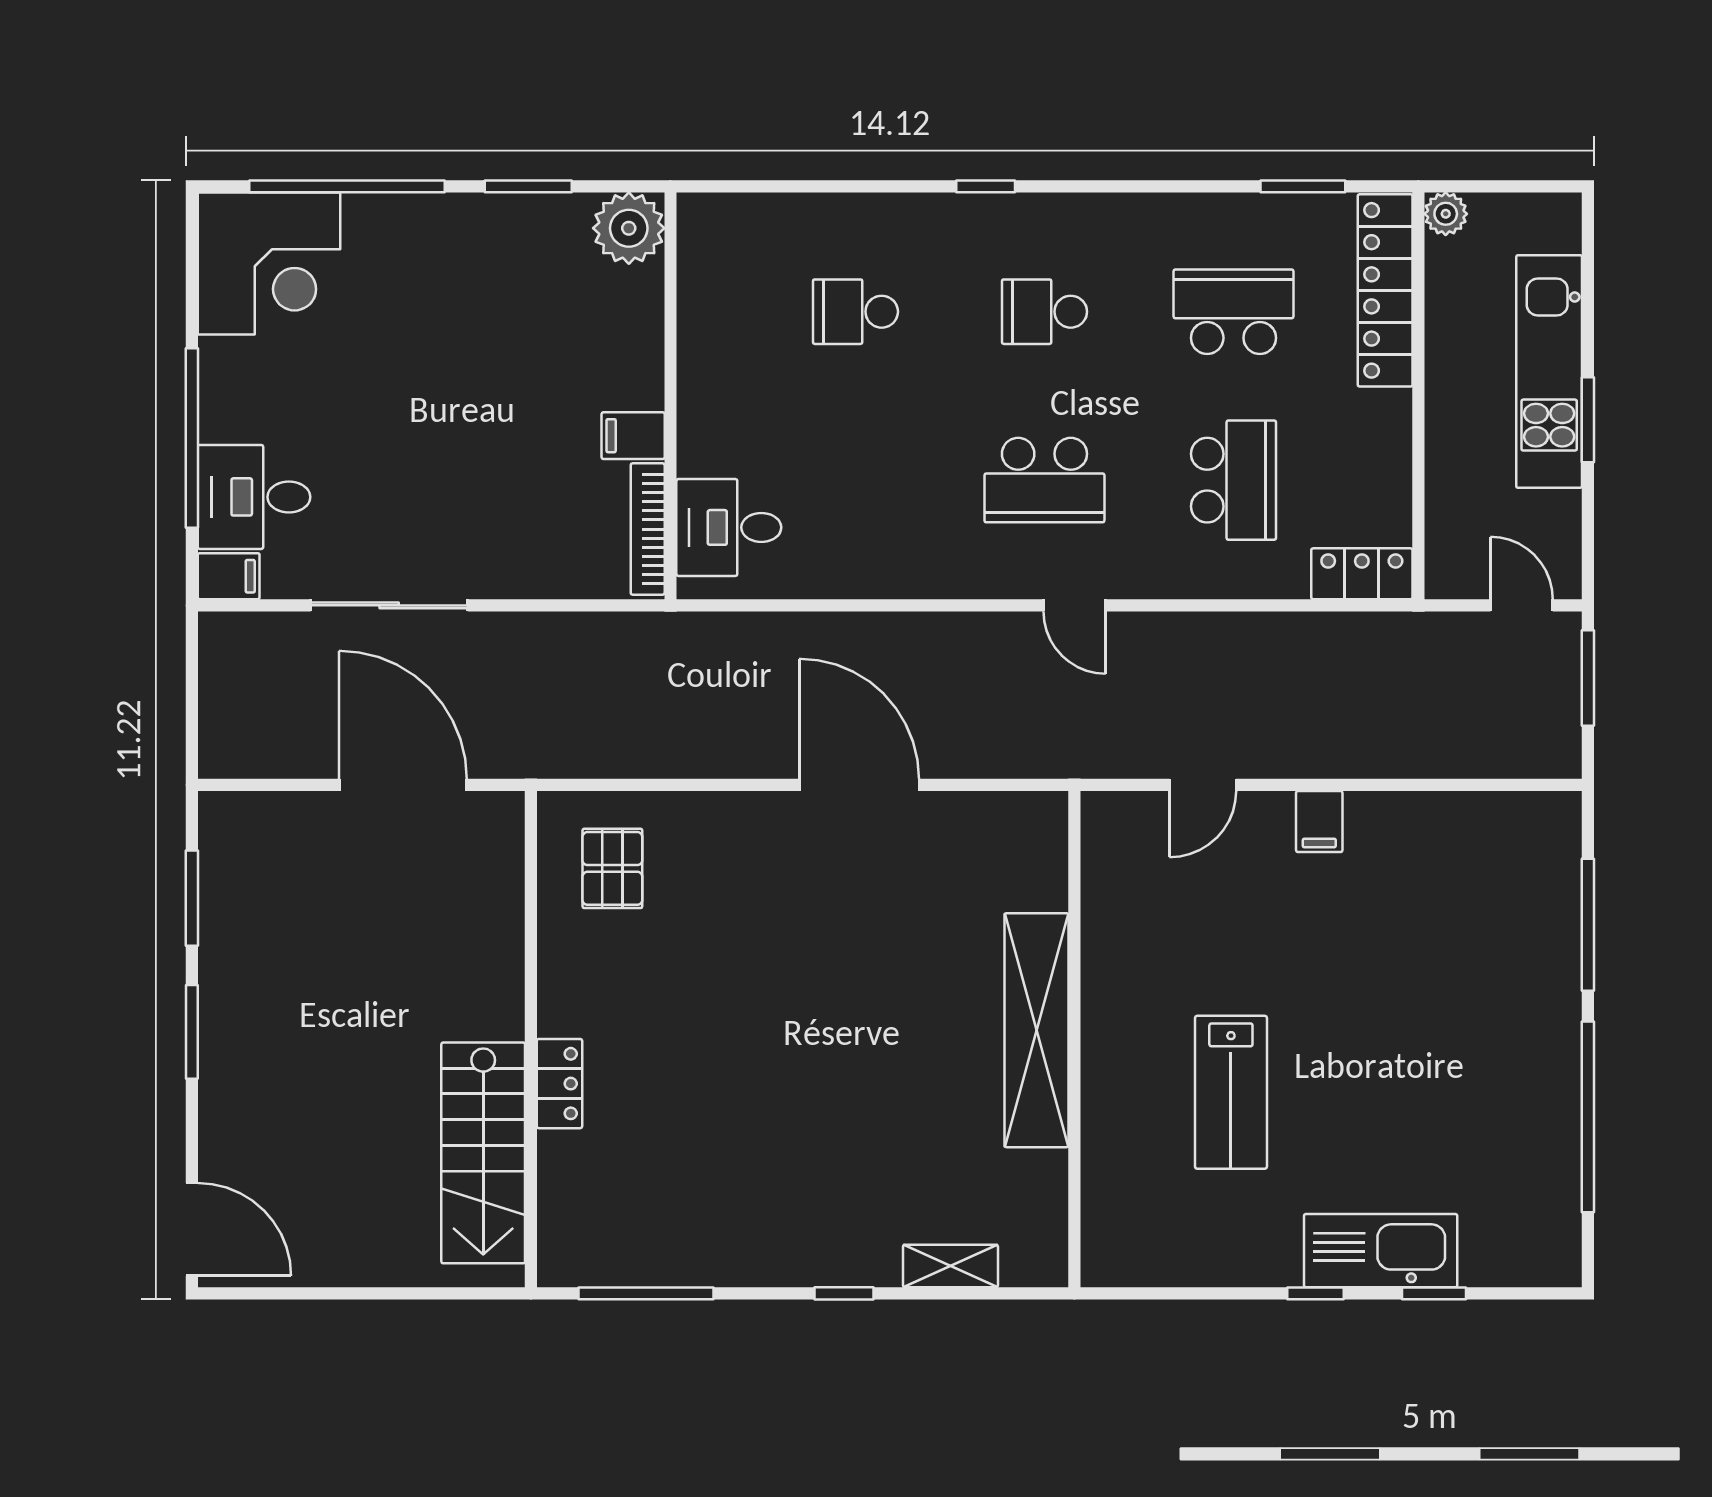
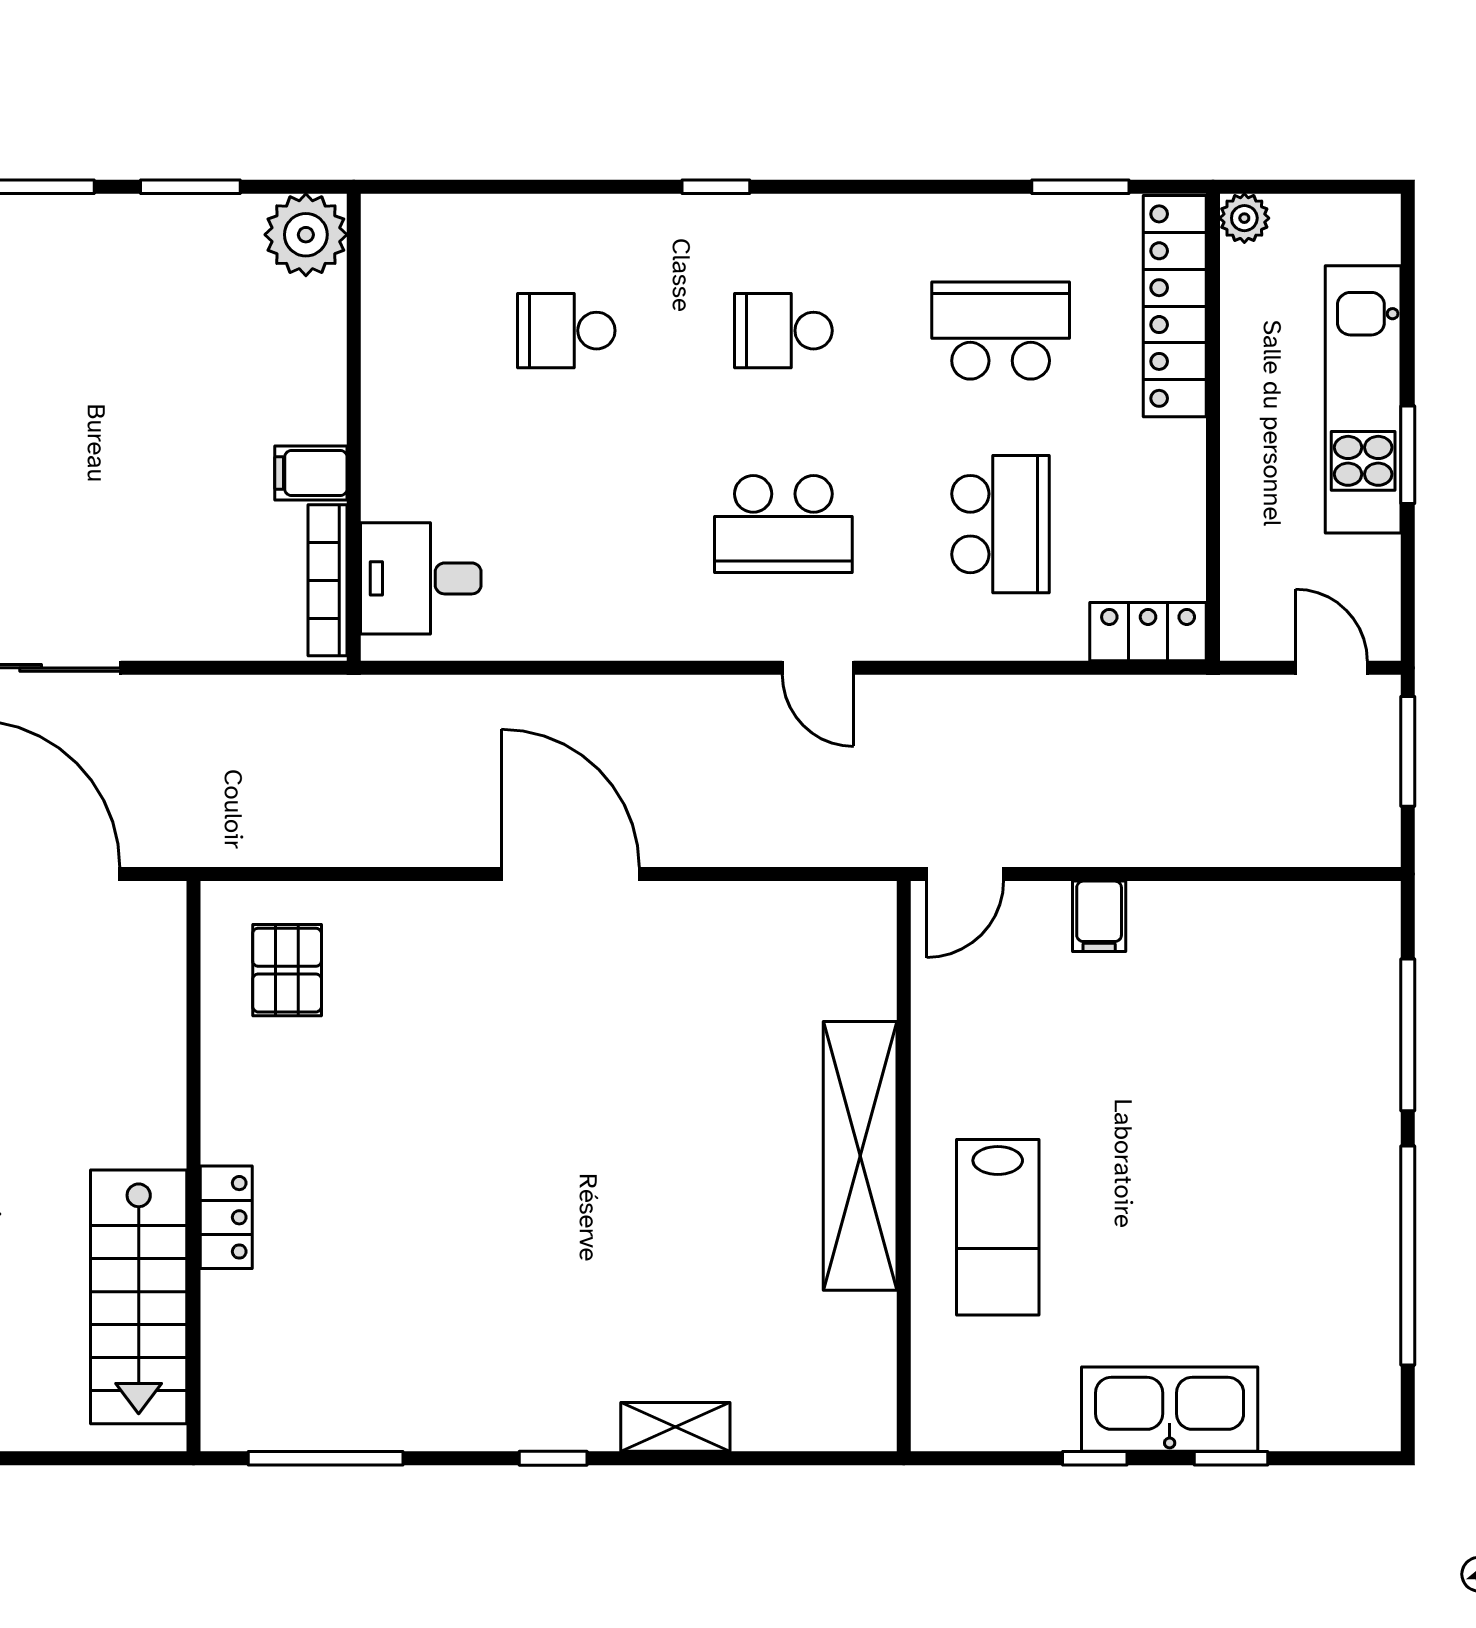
shelving: (1036, 1030) -> (860, 1156), moved
wall: (1074, 1039) -> (904, 1166), moved

